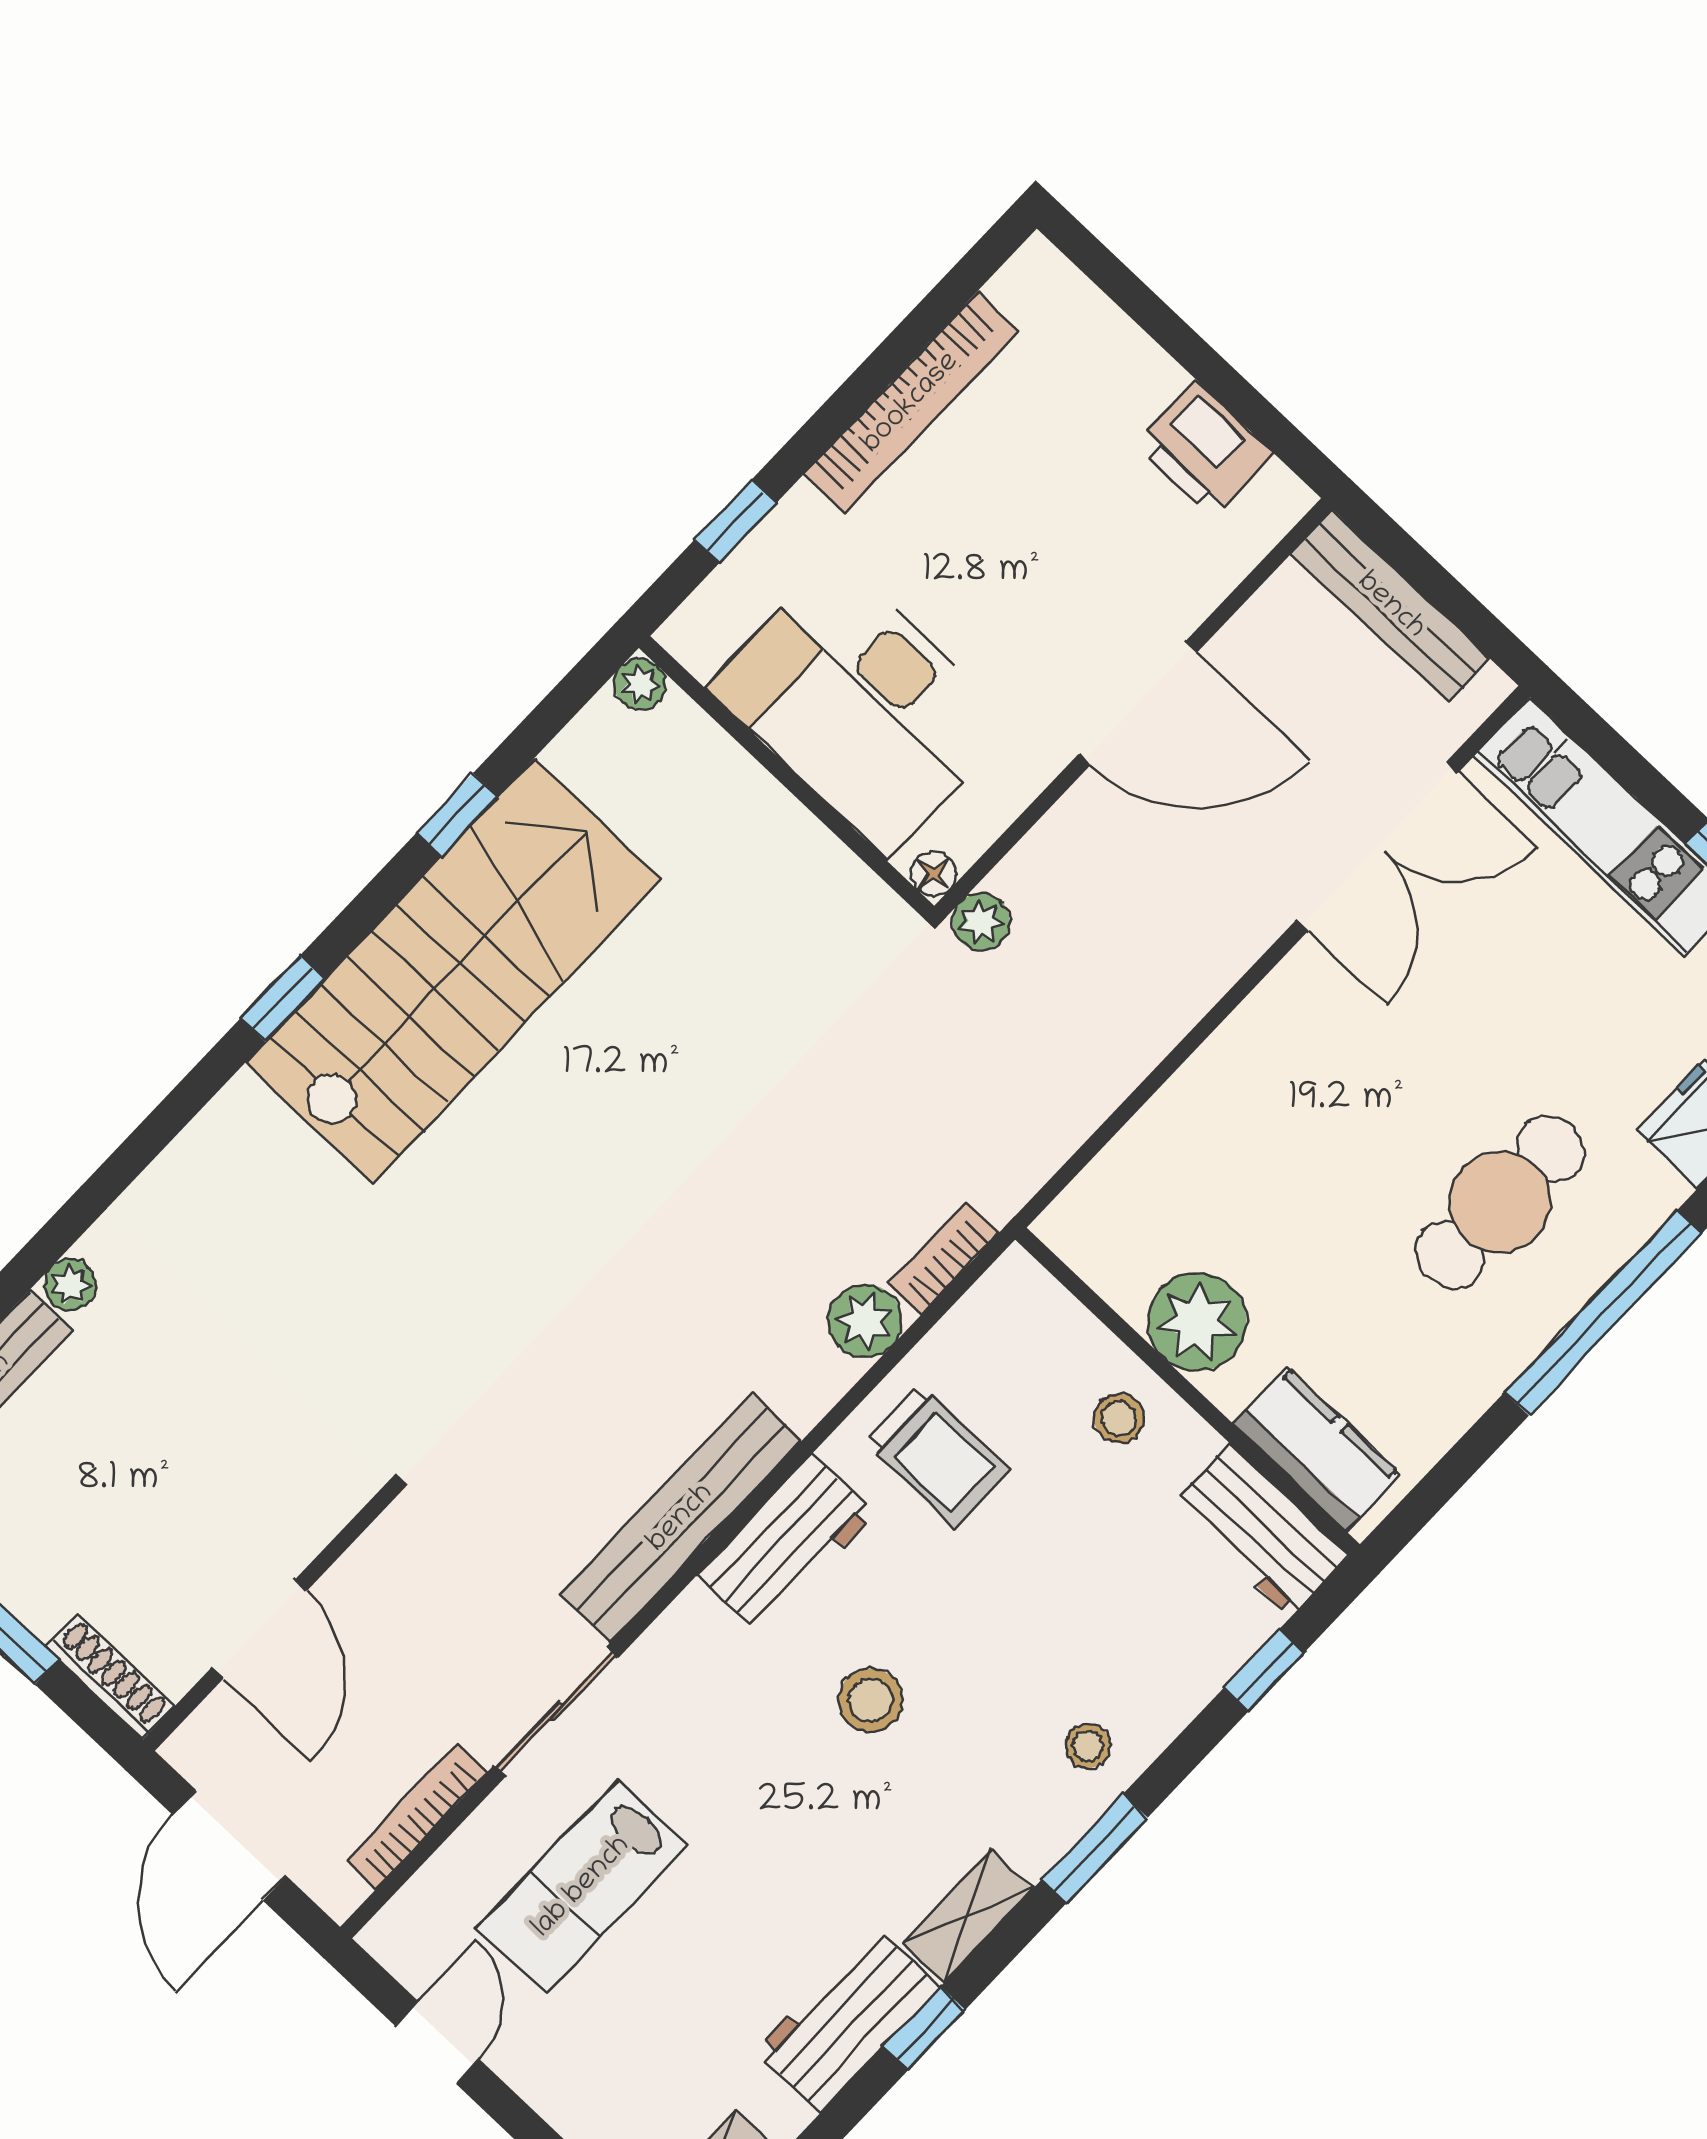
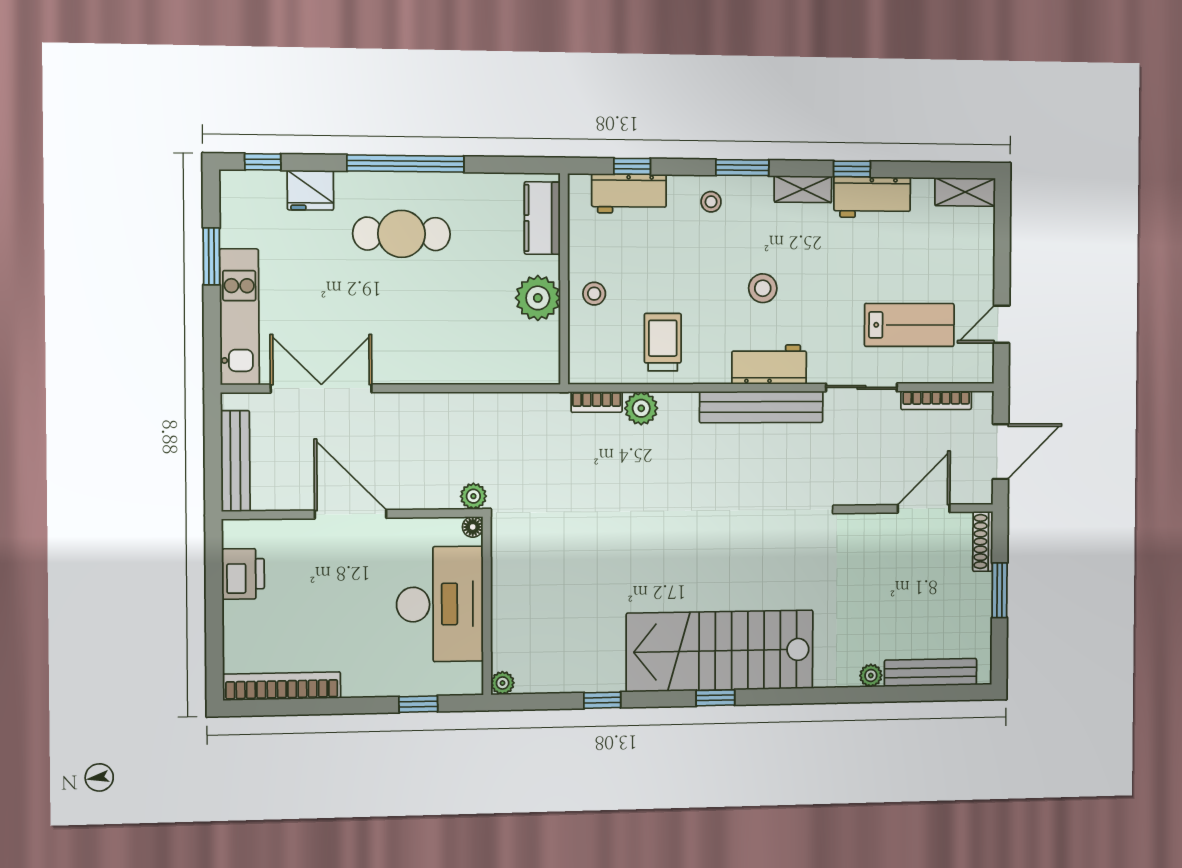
bookcase: (911, 403) -> (282, 686), moved
stairs: (453, 971) -> (720, 651), moved
workbench: (1260, 1530) -> (629, 194), moved, turned 90
workbench: (786, 1544) -> (769, 364), moved

